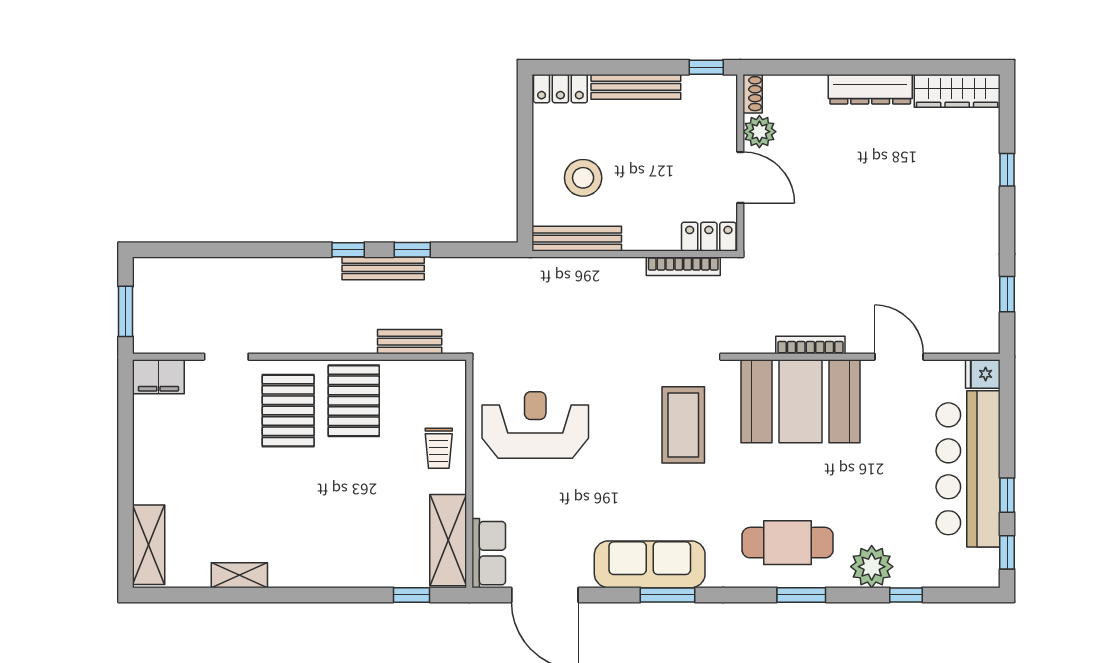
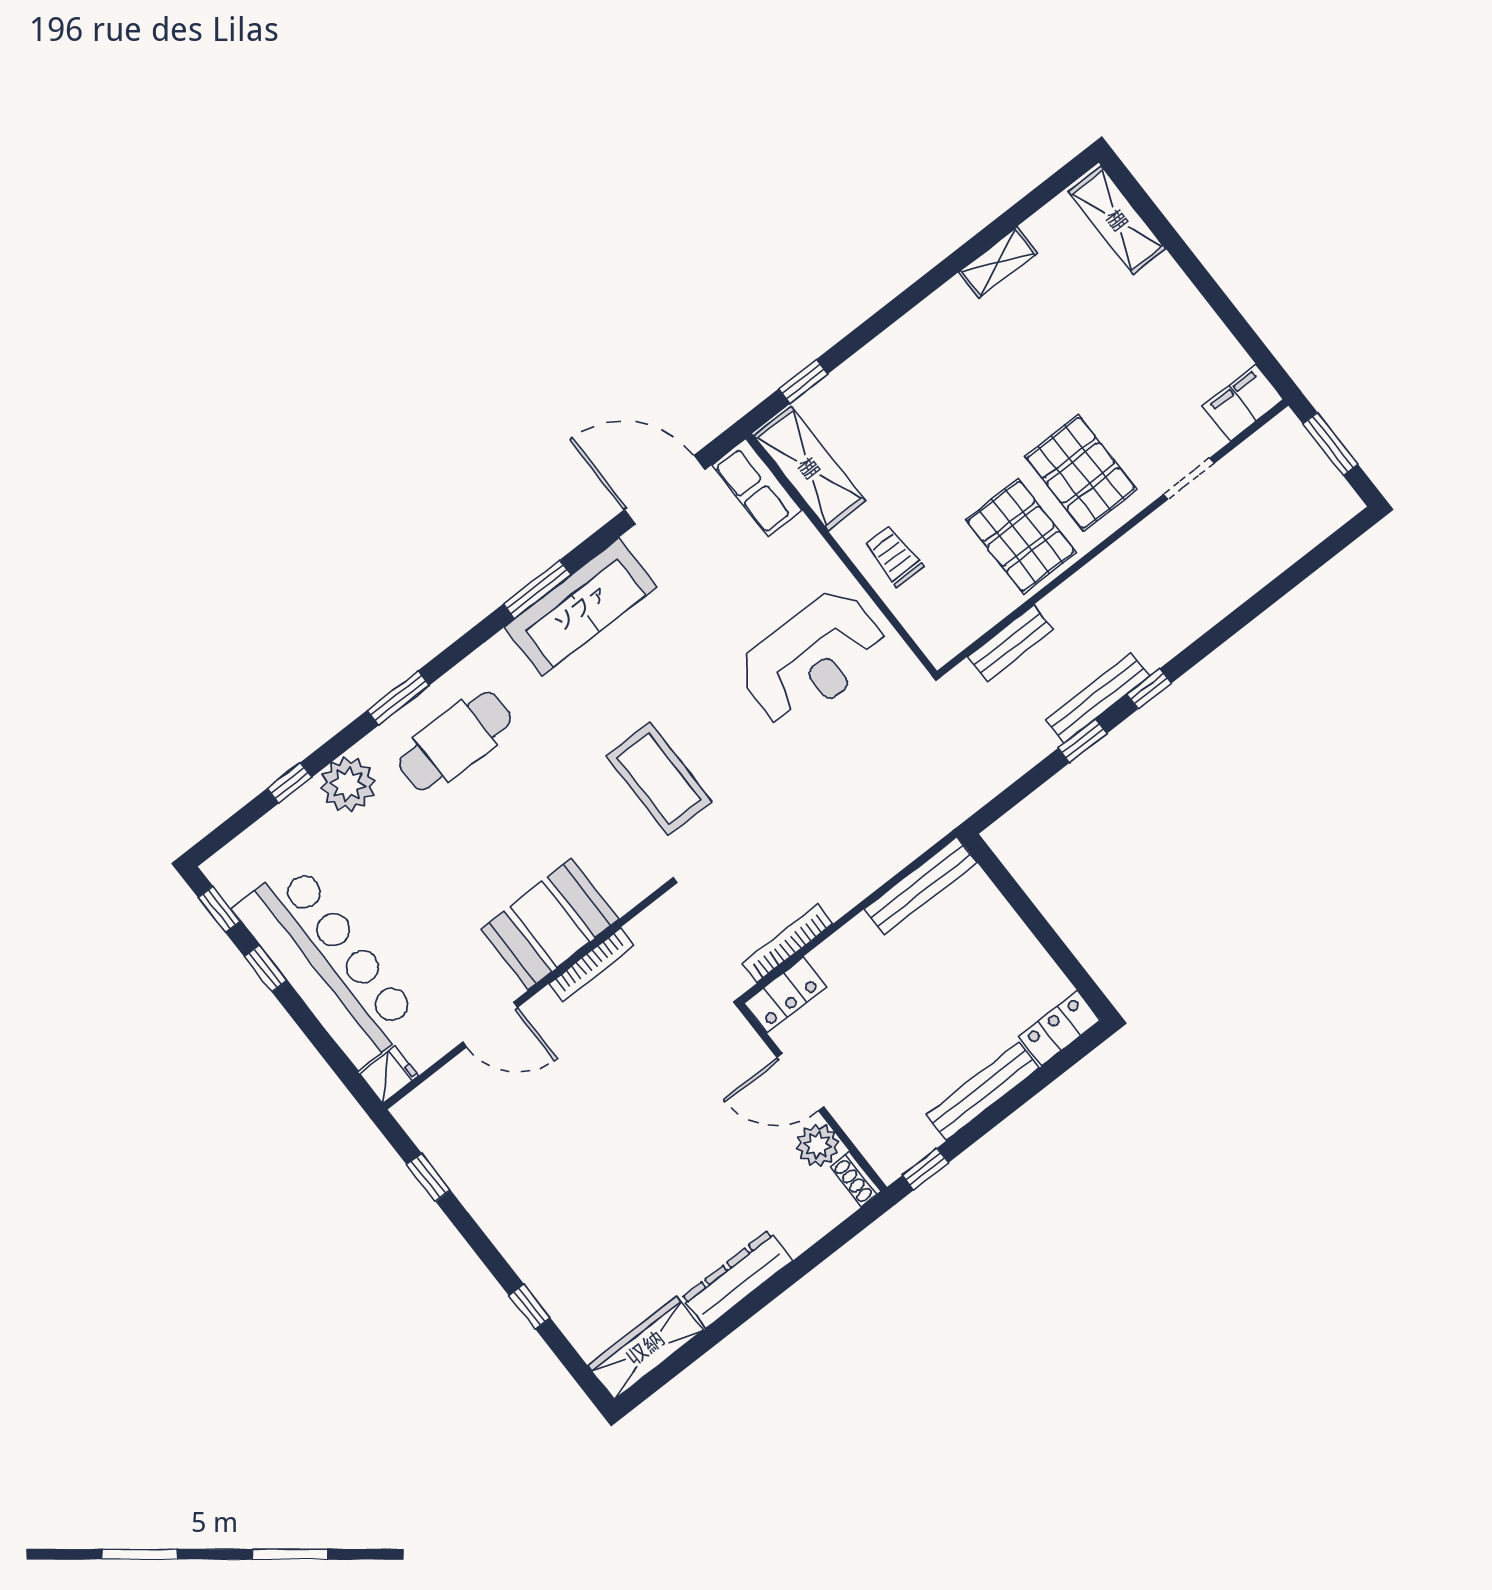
stool: (583, 178) -> (963, 954), removed
booth: (801, 401) -> (550, 924), width x0.73, depth x0.70

